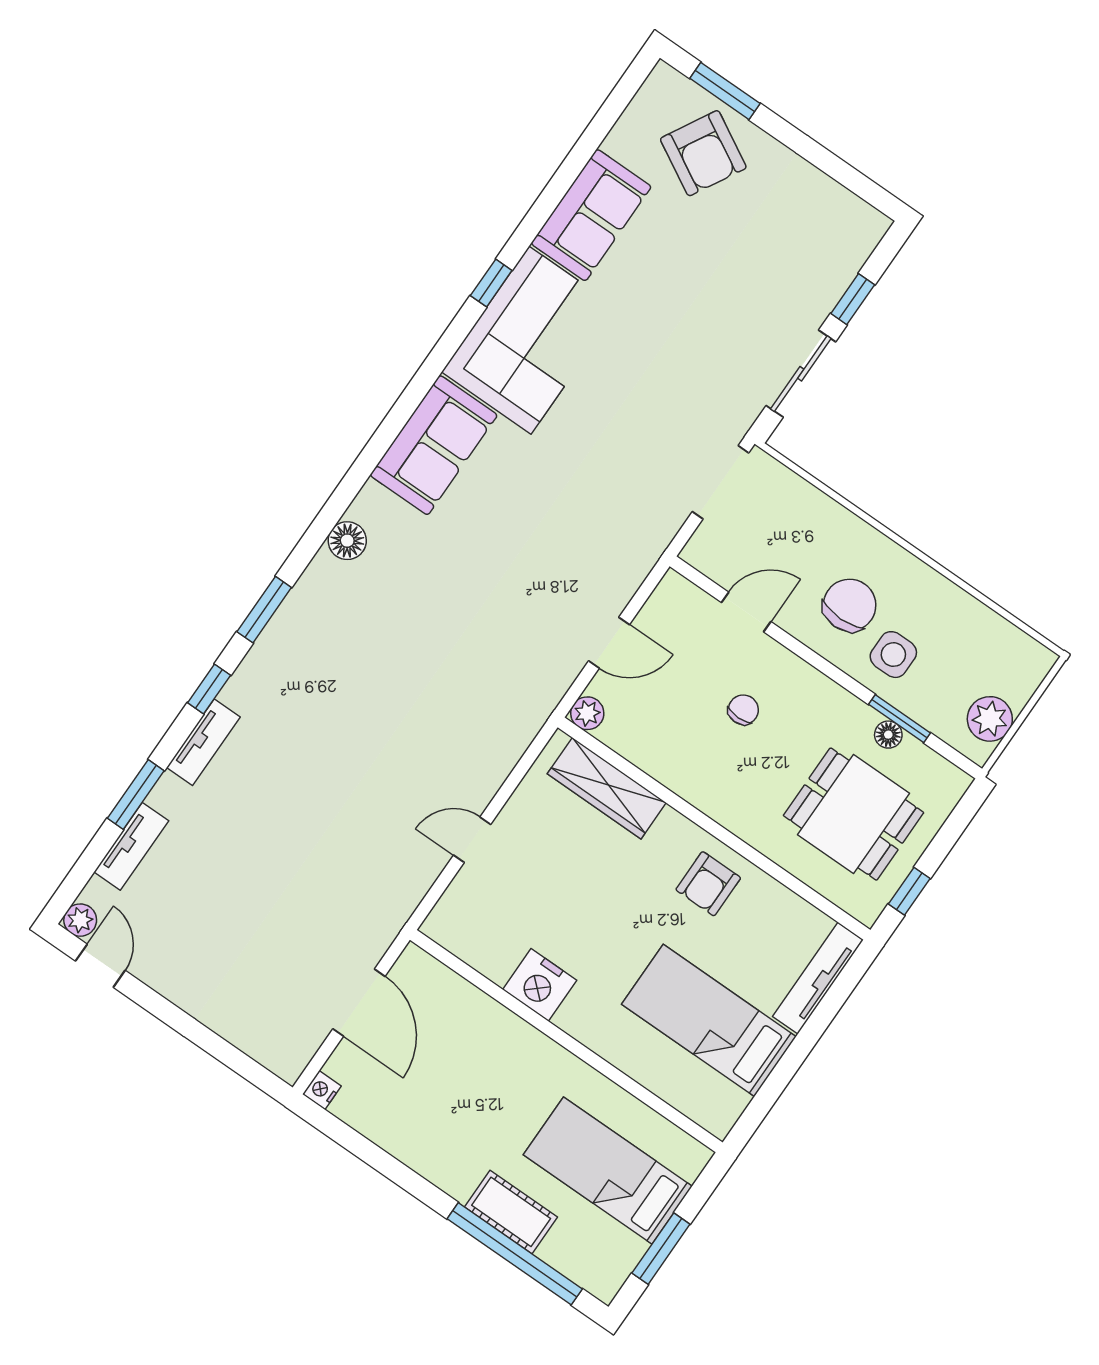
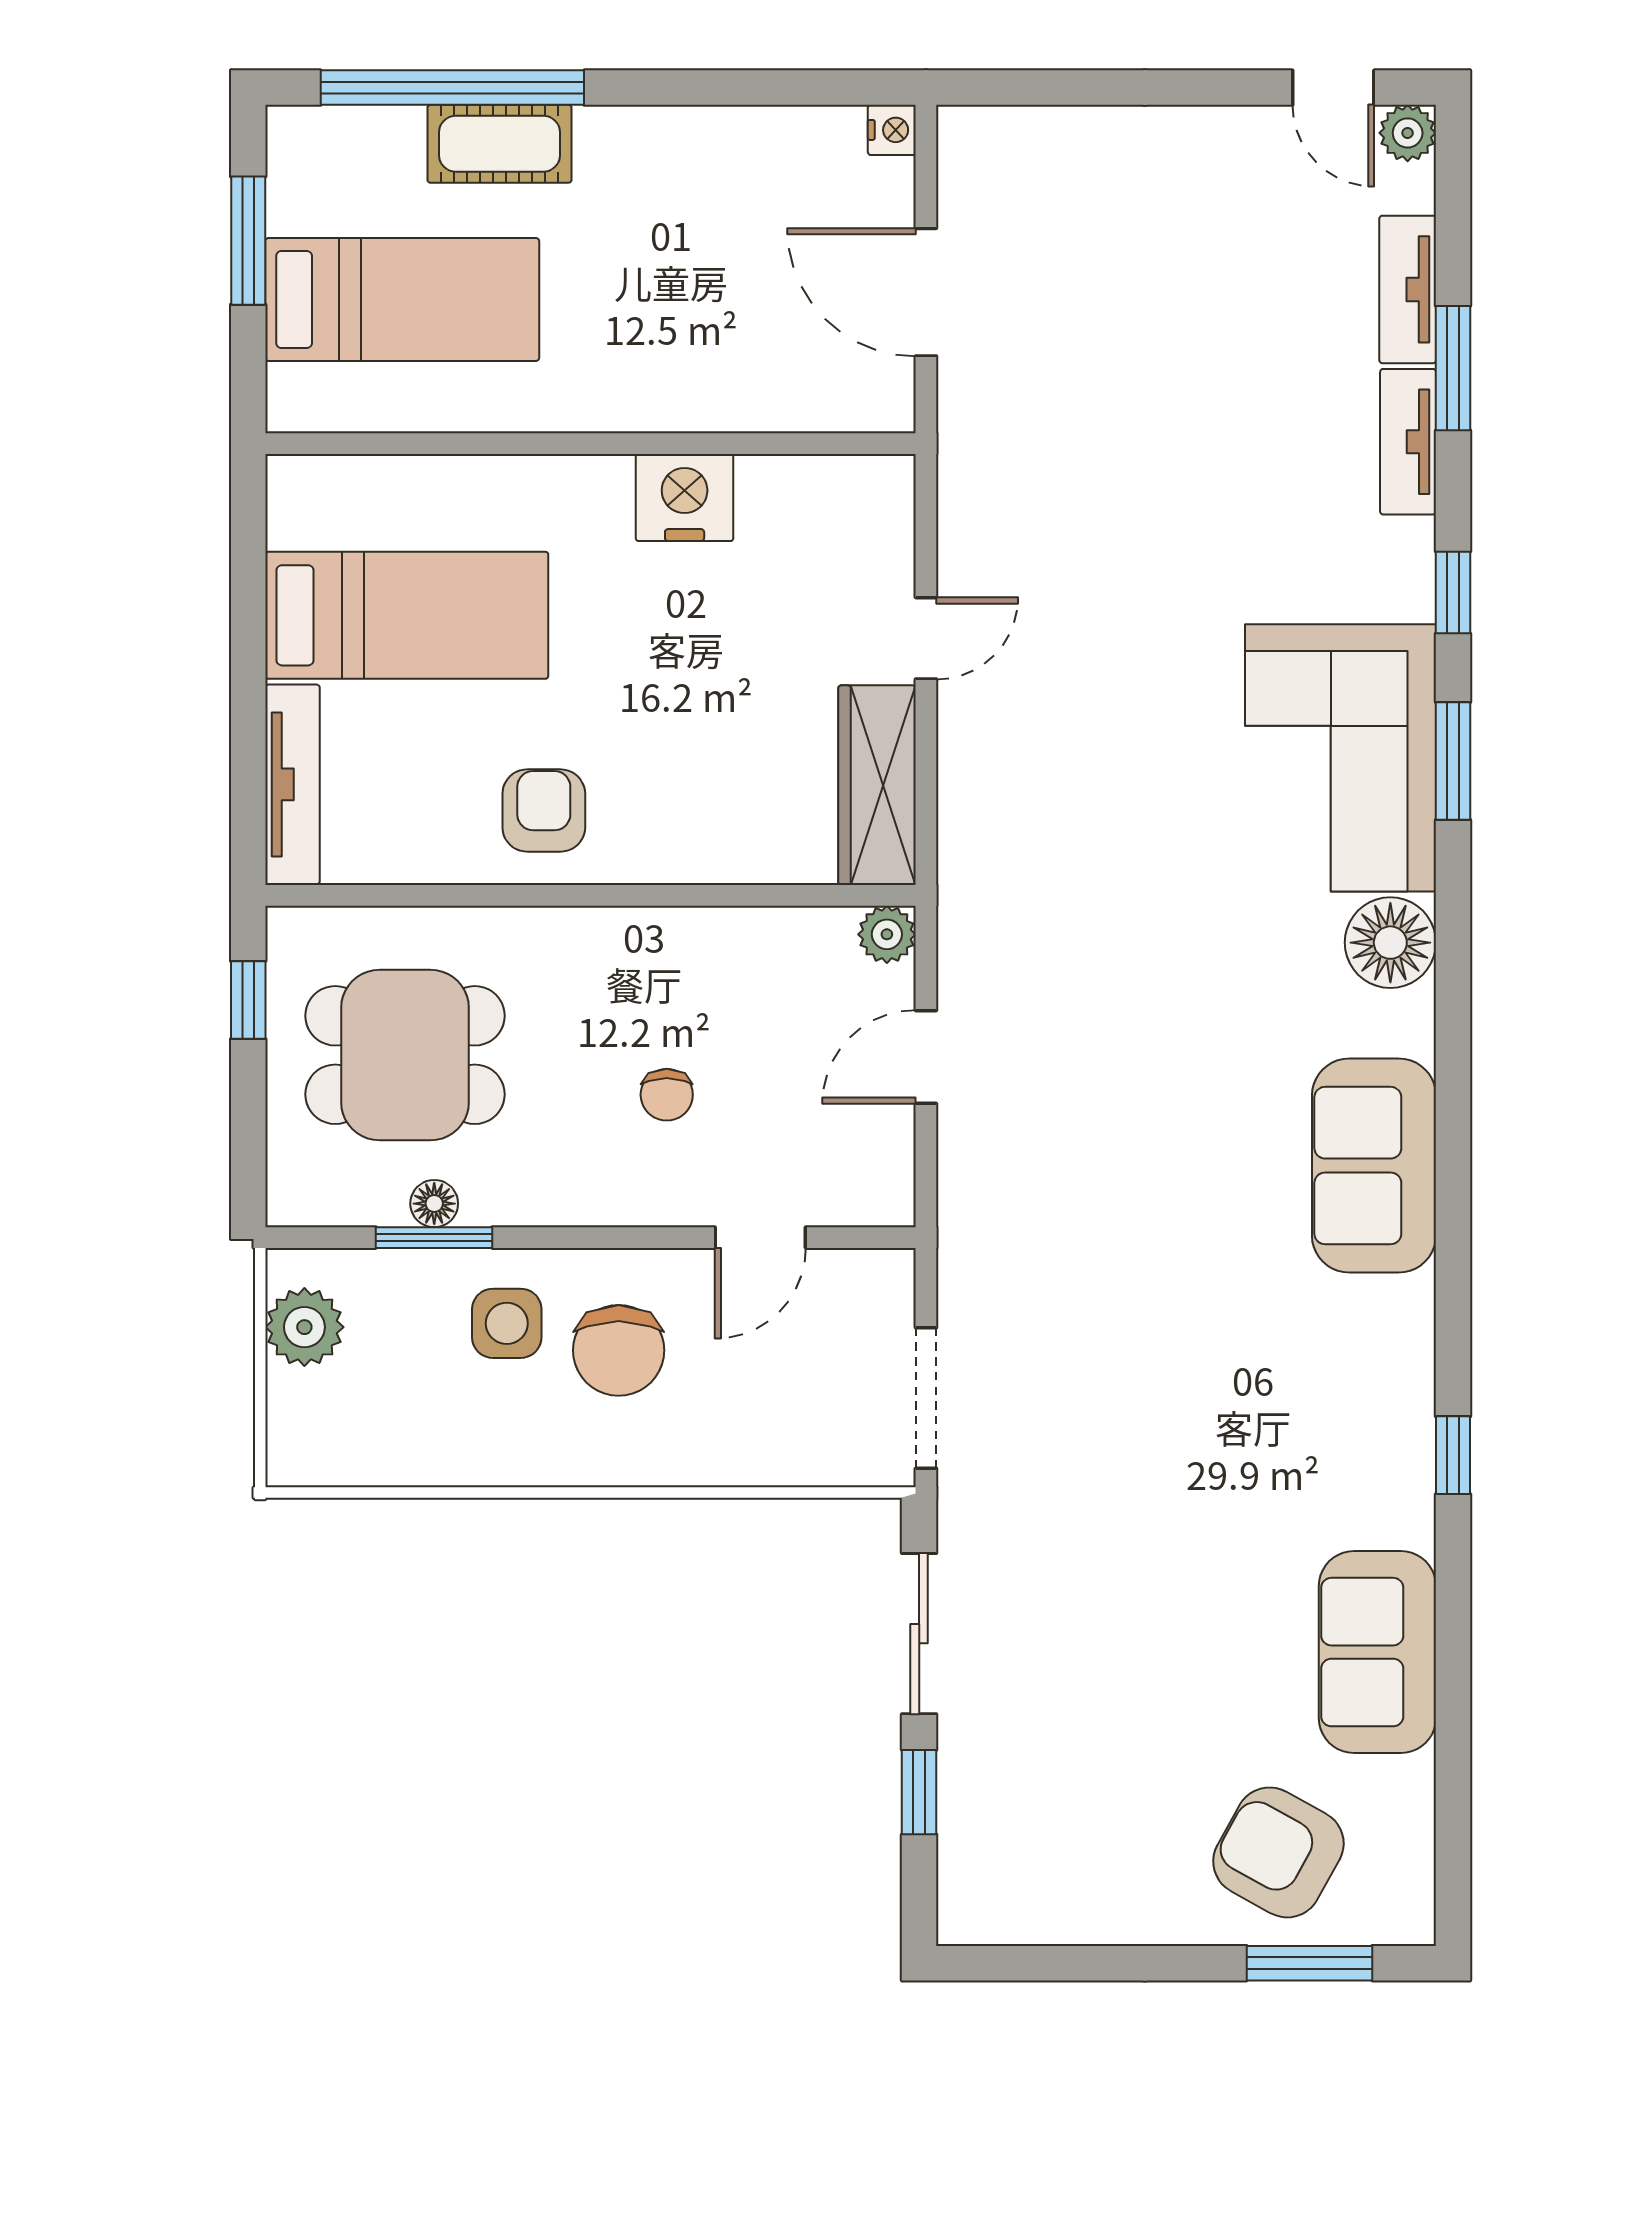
corner sofa: (530, 340) -> (1340, 758), moved
floor lamp: (347, 541) -> (1390, 943), width x1.38, depth x1.38
tv unit: (203, 742) -> (1408, 442), moved
wardrobe: (607, 788) -> (877, 785), moved, turned -90

